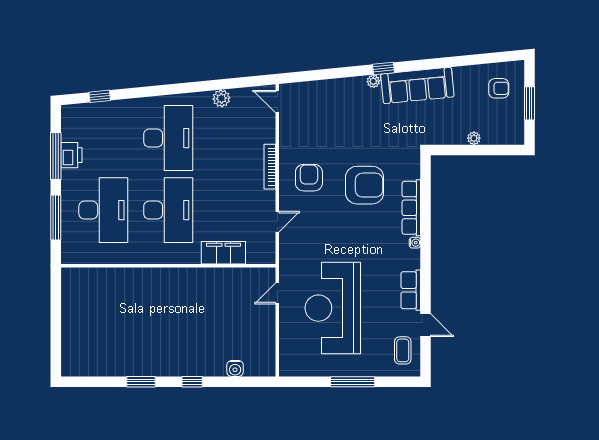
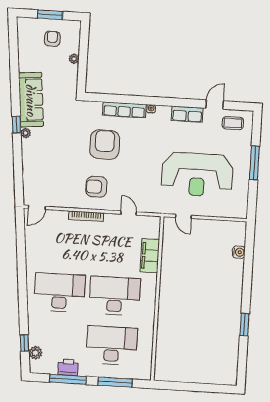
armchair: (499, 88) -> (52, 39), moved
plant: (221, 98) -> (35, 353), moved
window: (192, 382) -> (247, 286), removed

